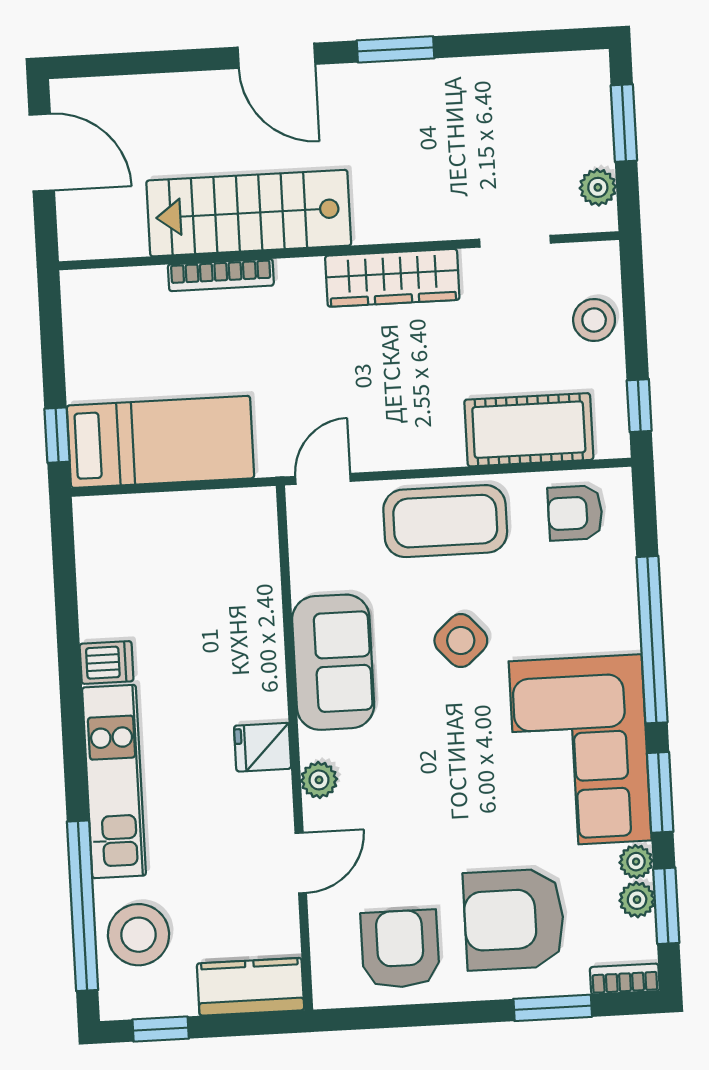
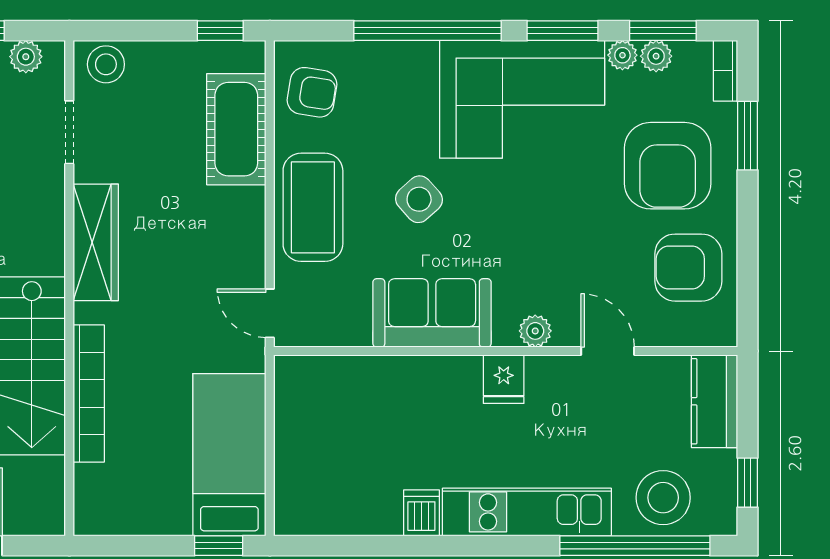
bookcase: (221, 275) -> (89, 393), width x1.48, depth x1.31
stool: (594, 320) -> (106, 64), moved
armchair: (575, 513) -> (312, 92), turned -81

